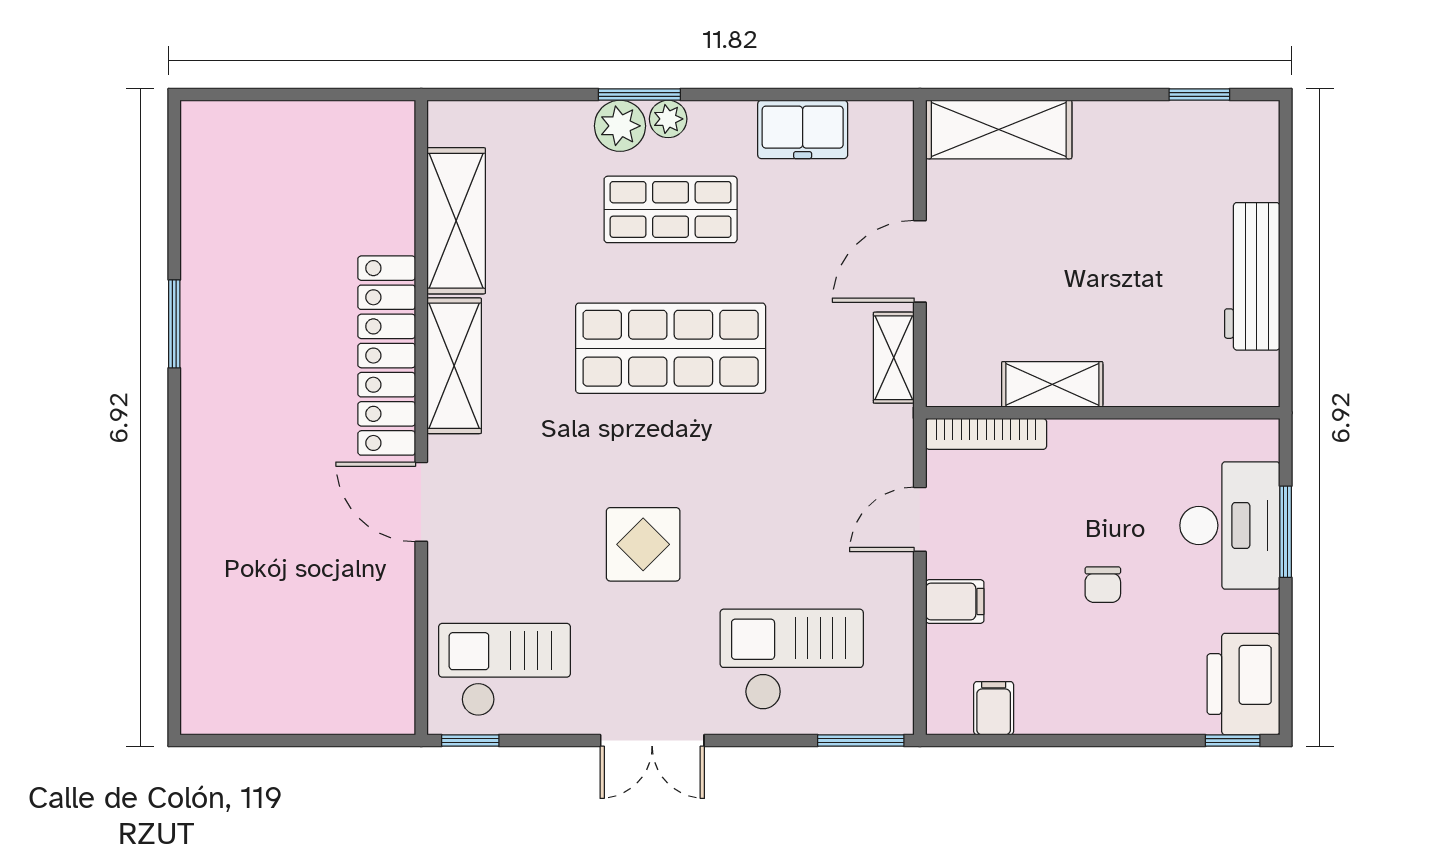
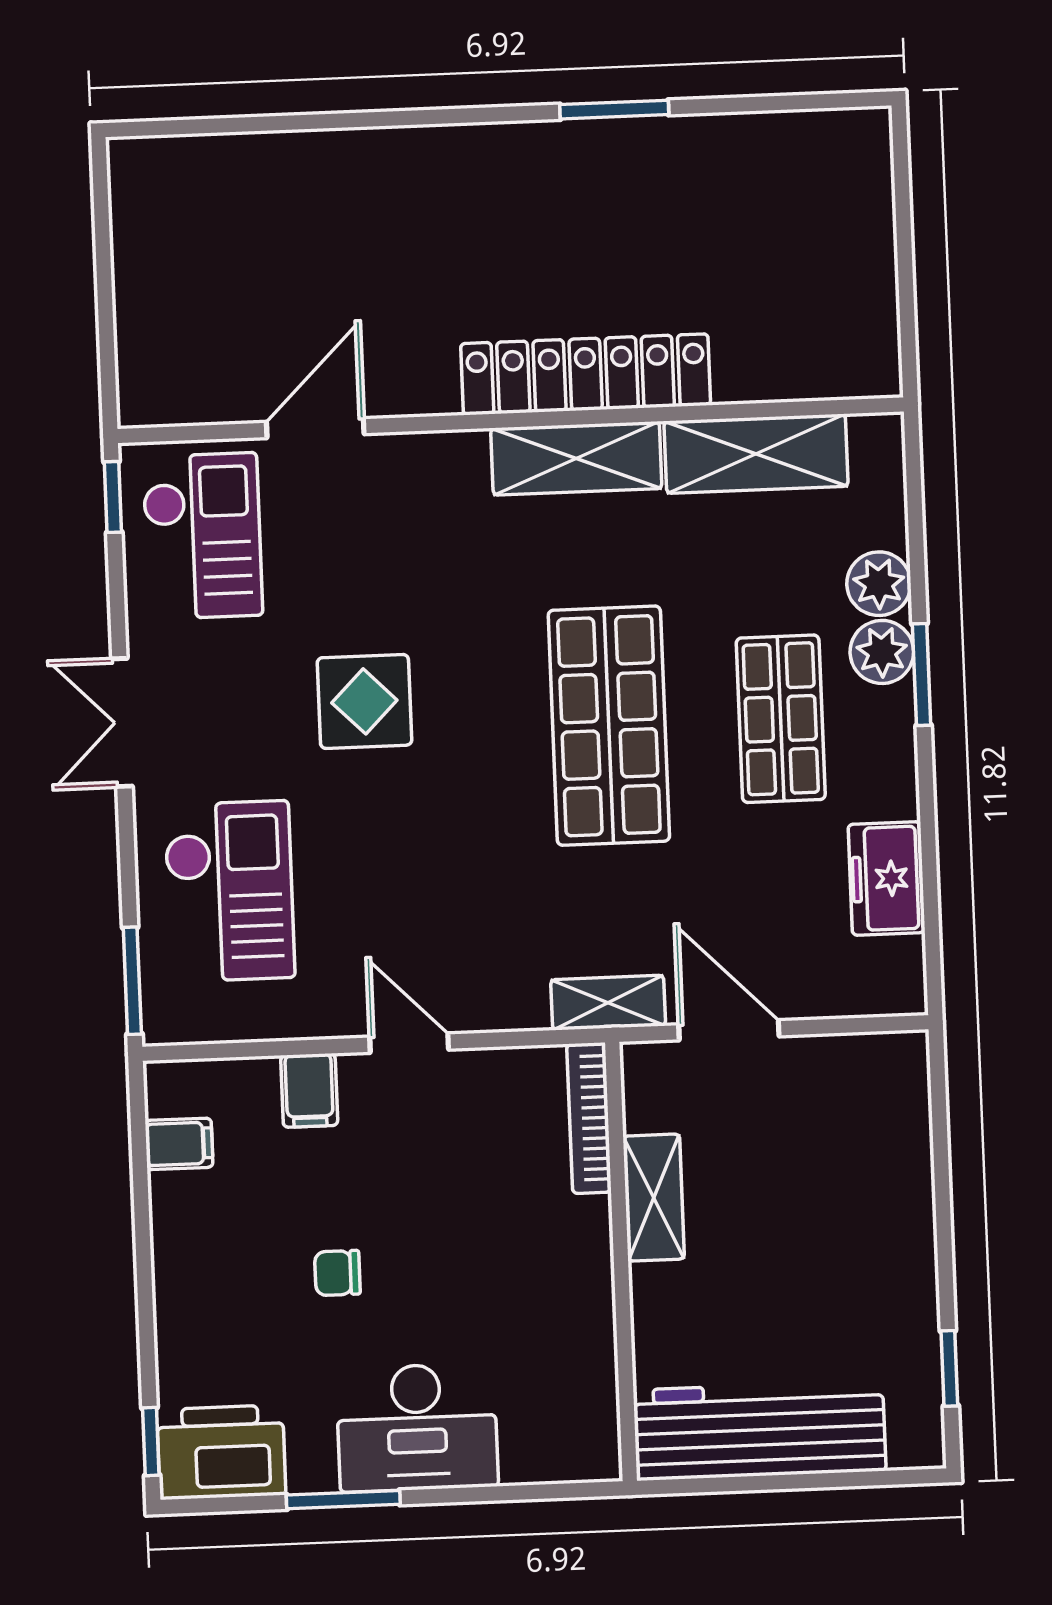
plant: (668, 119) -> (879, 584), moved, width x1.38, depth x1.38
shelving: (999, 129) -> (896, 1121), removed
workbench: (1252, 276) -> (760, 1430), width x1.36, depth x1.32
shelving: (1052, 384) -> (654, 1198), moved
wall: (1103, 413) -> (621, 1262), moved
bookcase: (986, 434) -> (589, 1118), moved
door: (421, 502) -> (315, 428), moved
window: (1286, 532) -> (343, 1500), moved

